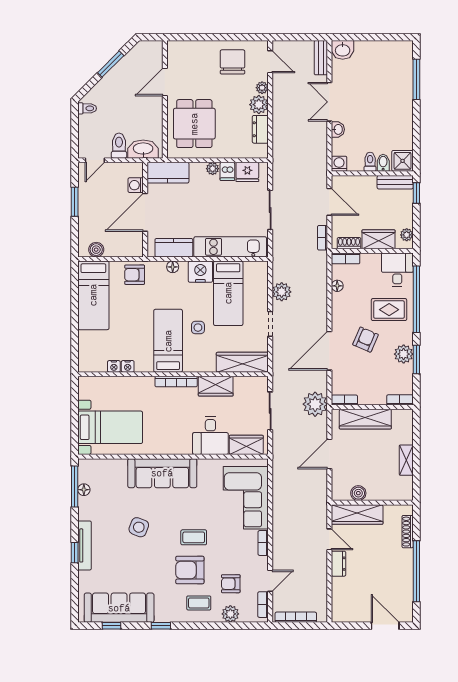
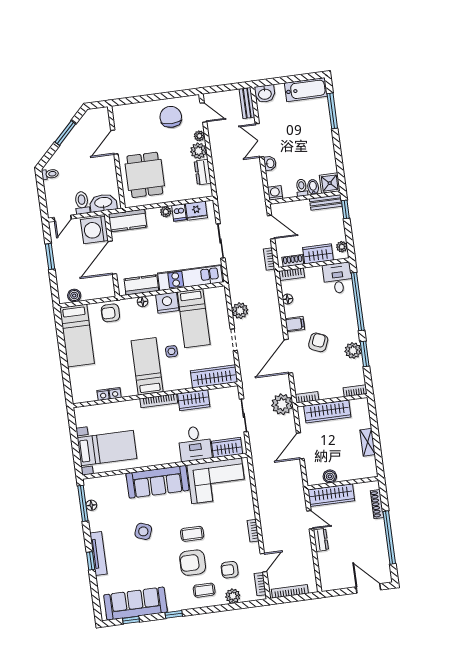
bathtub: (390, 51) -> (306, 90), added
washing machine: (136, 185) -> (94, 230), width x1.89, depth x1.89
rug: (389, 310) -> (335, 314), removed
filing cabinet: (342, 315) -> (295, 324), added
corner sofa: (246, 498) -> (217, 481), moved, turned -90

